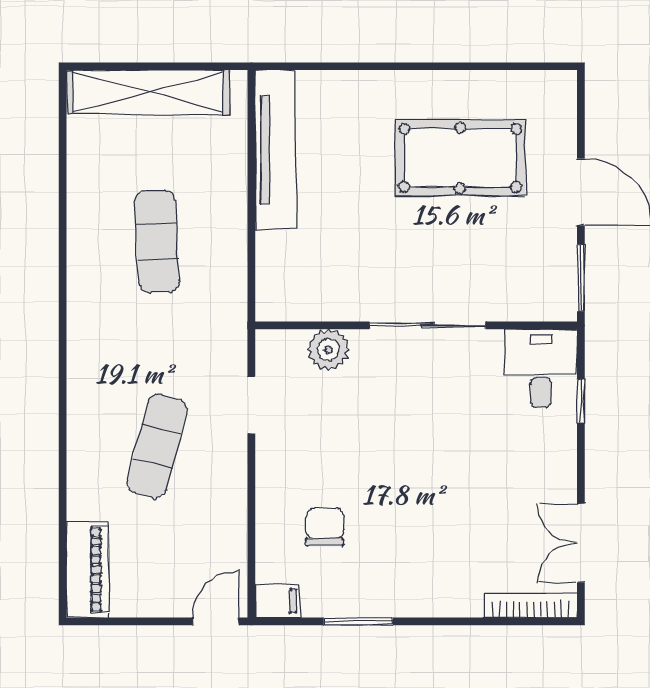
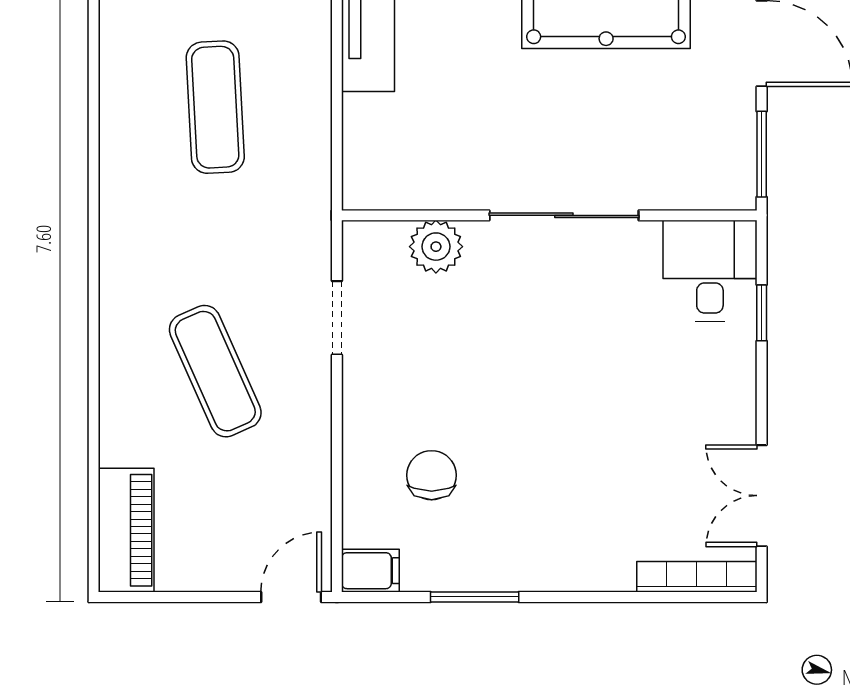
exercise mat: (157, 446) -> (215, 371), turned -39

